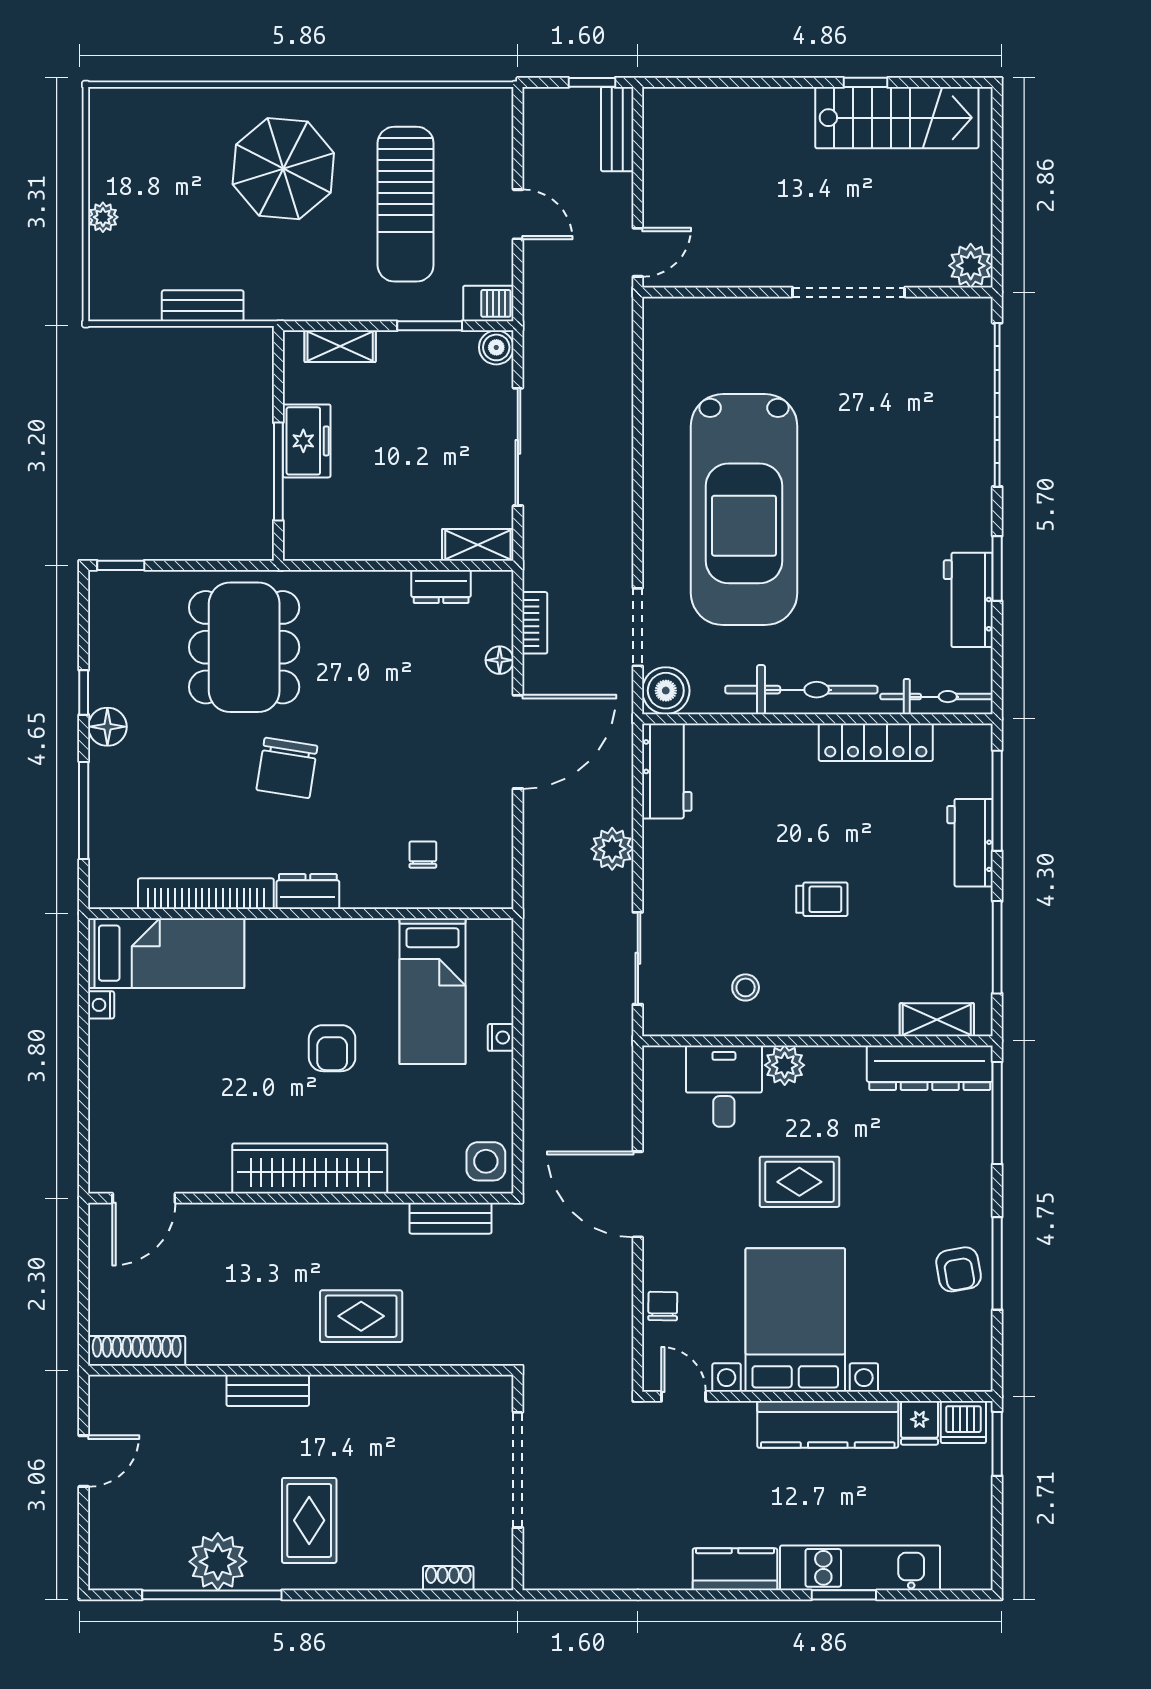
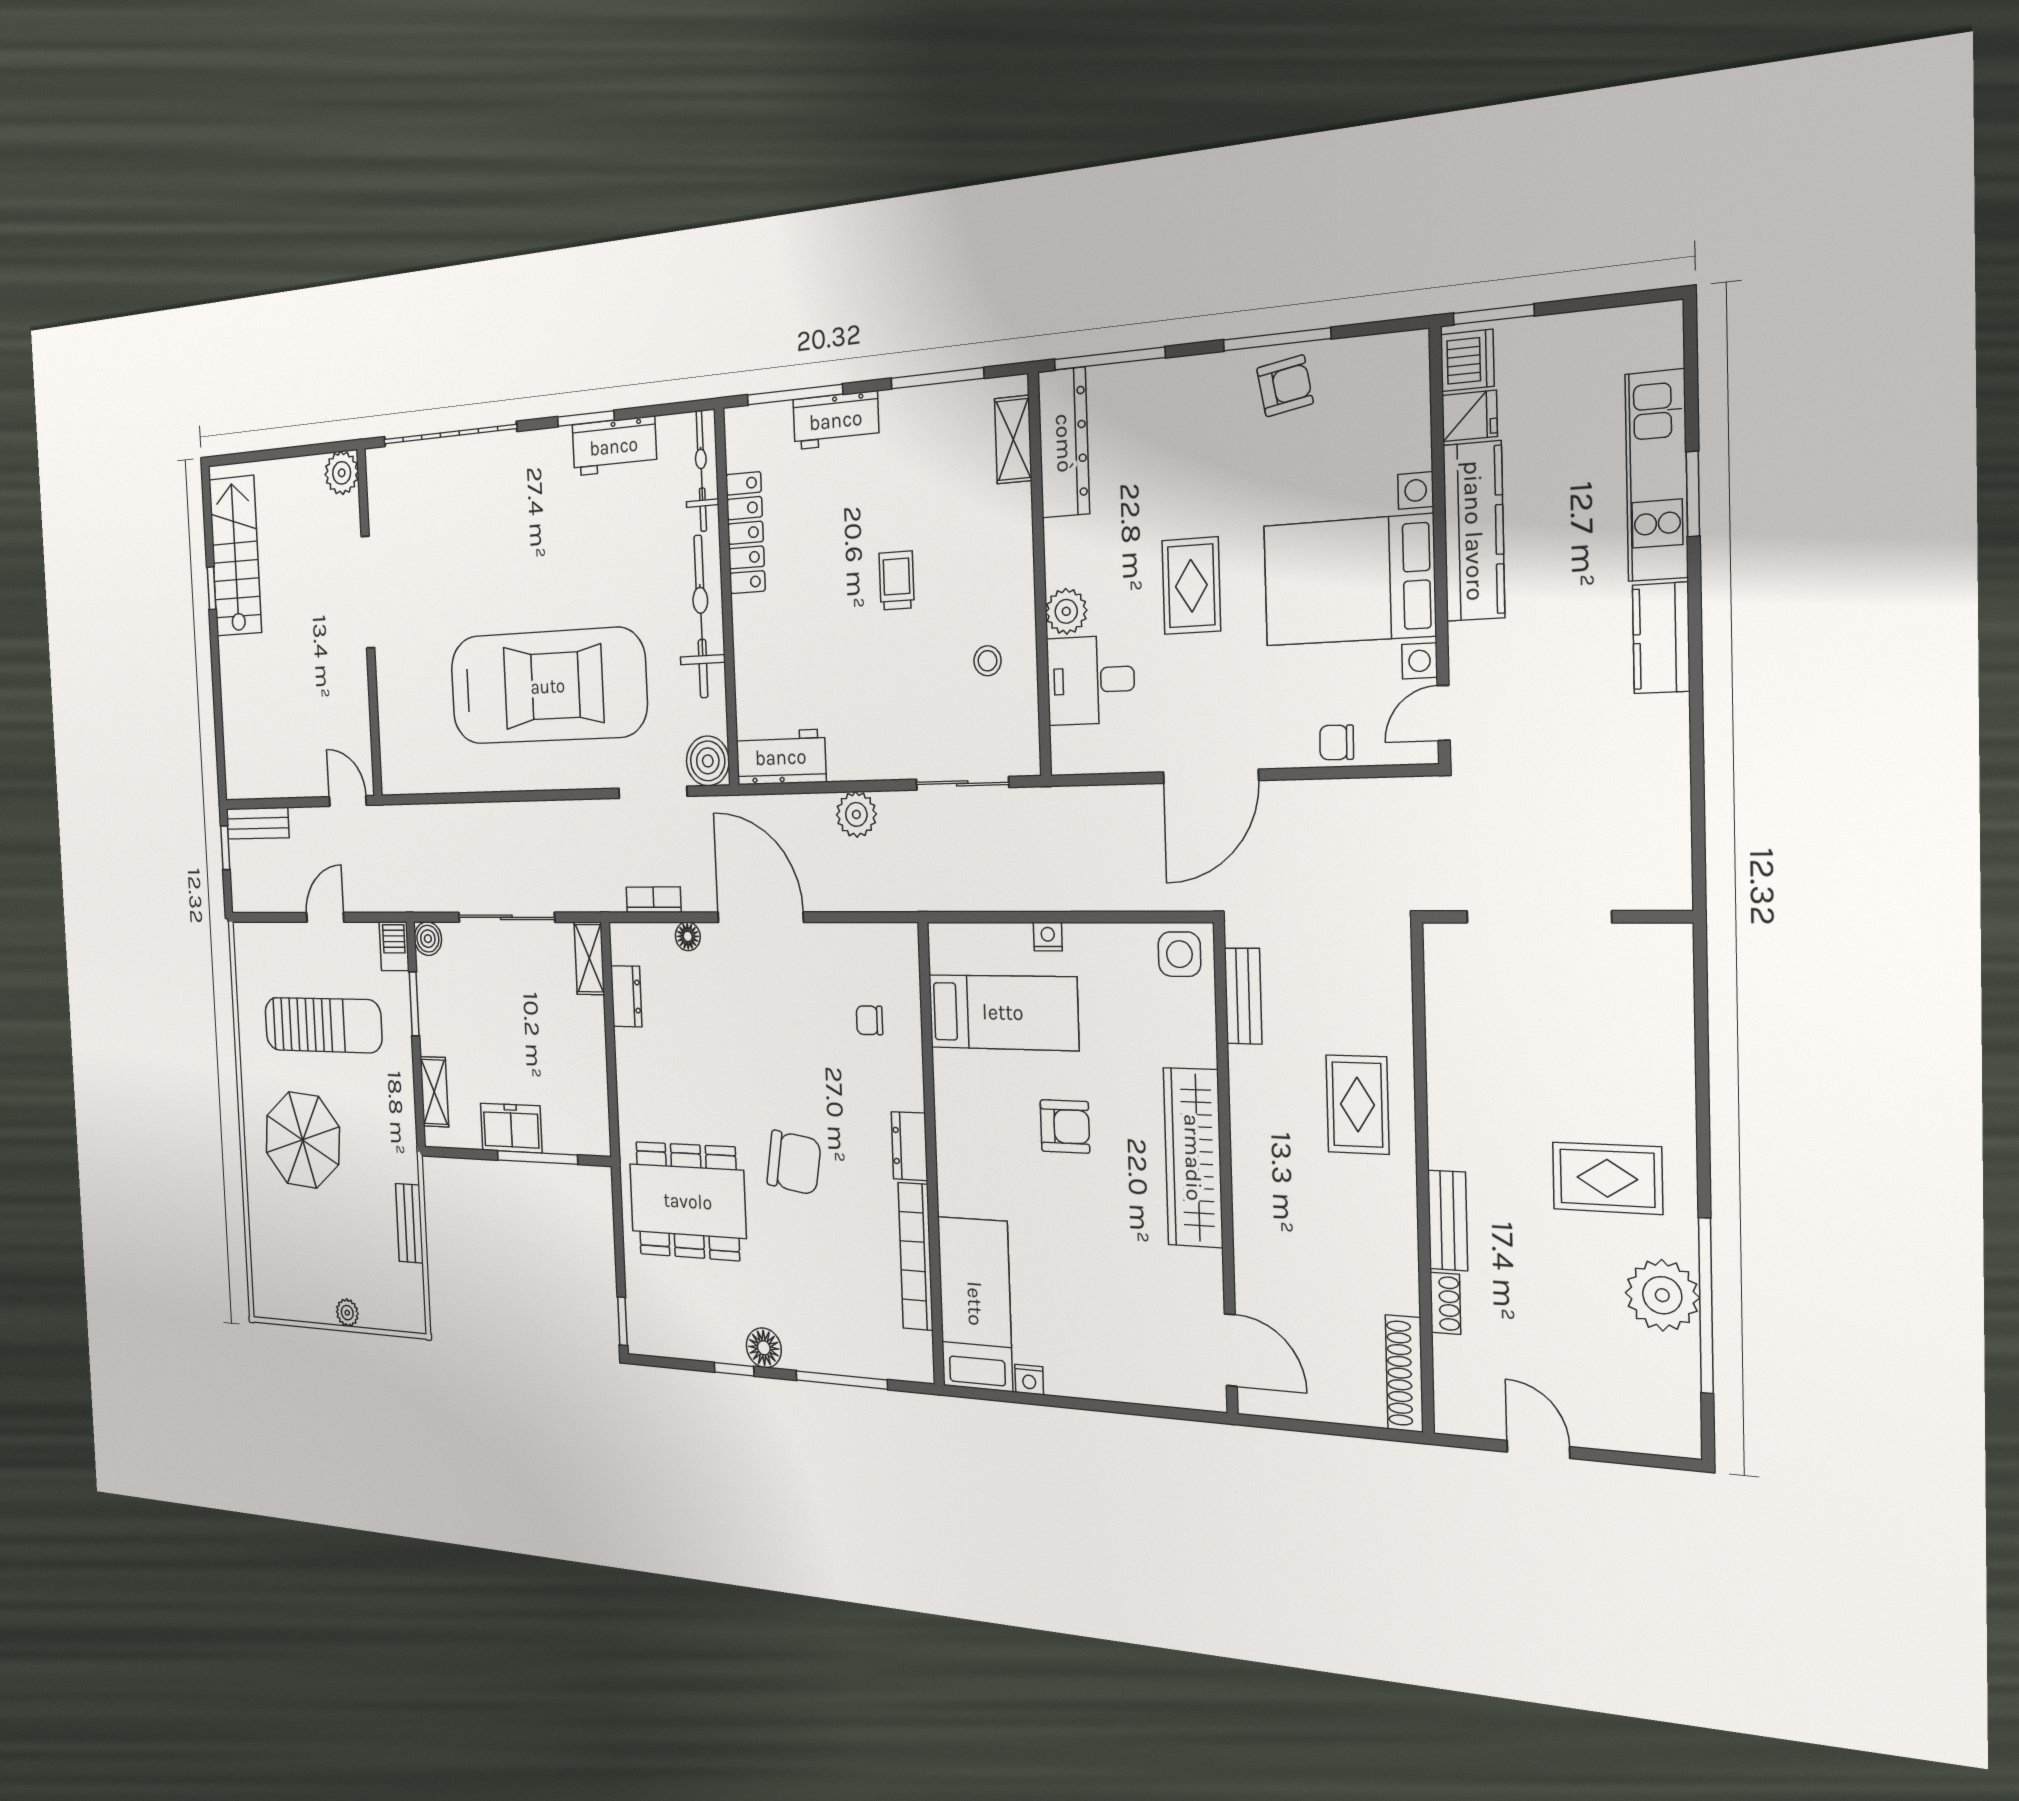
shoe rack: (448, 1578) -> (1445, 1303), moved, turned 180

